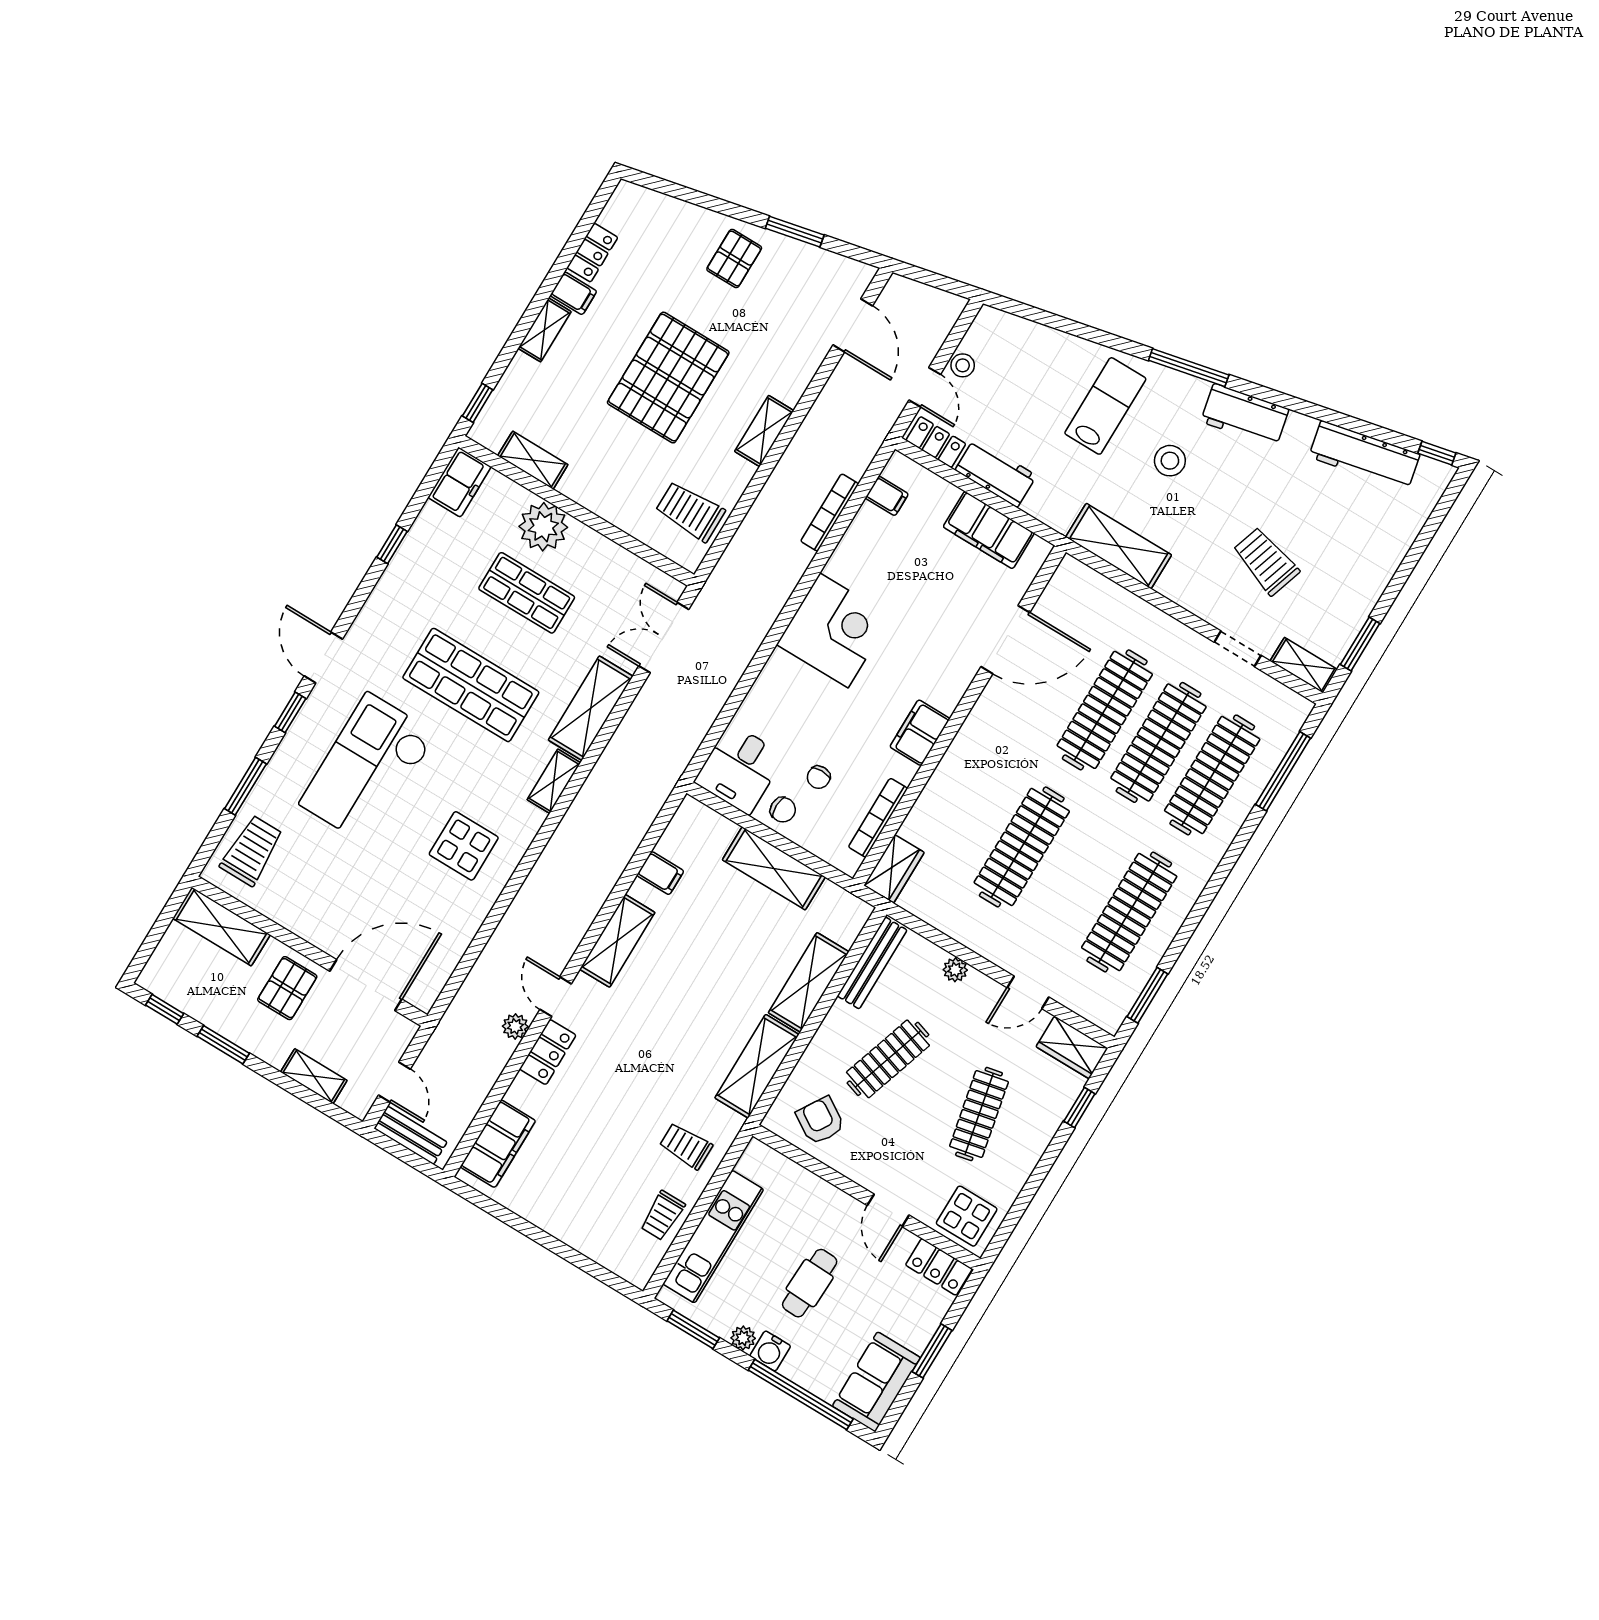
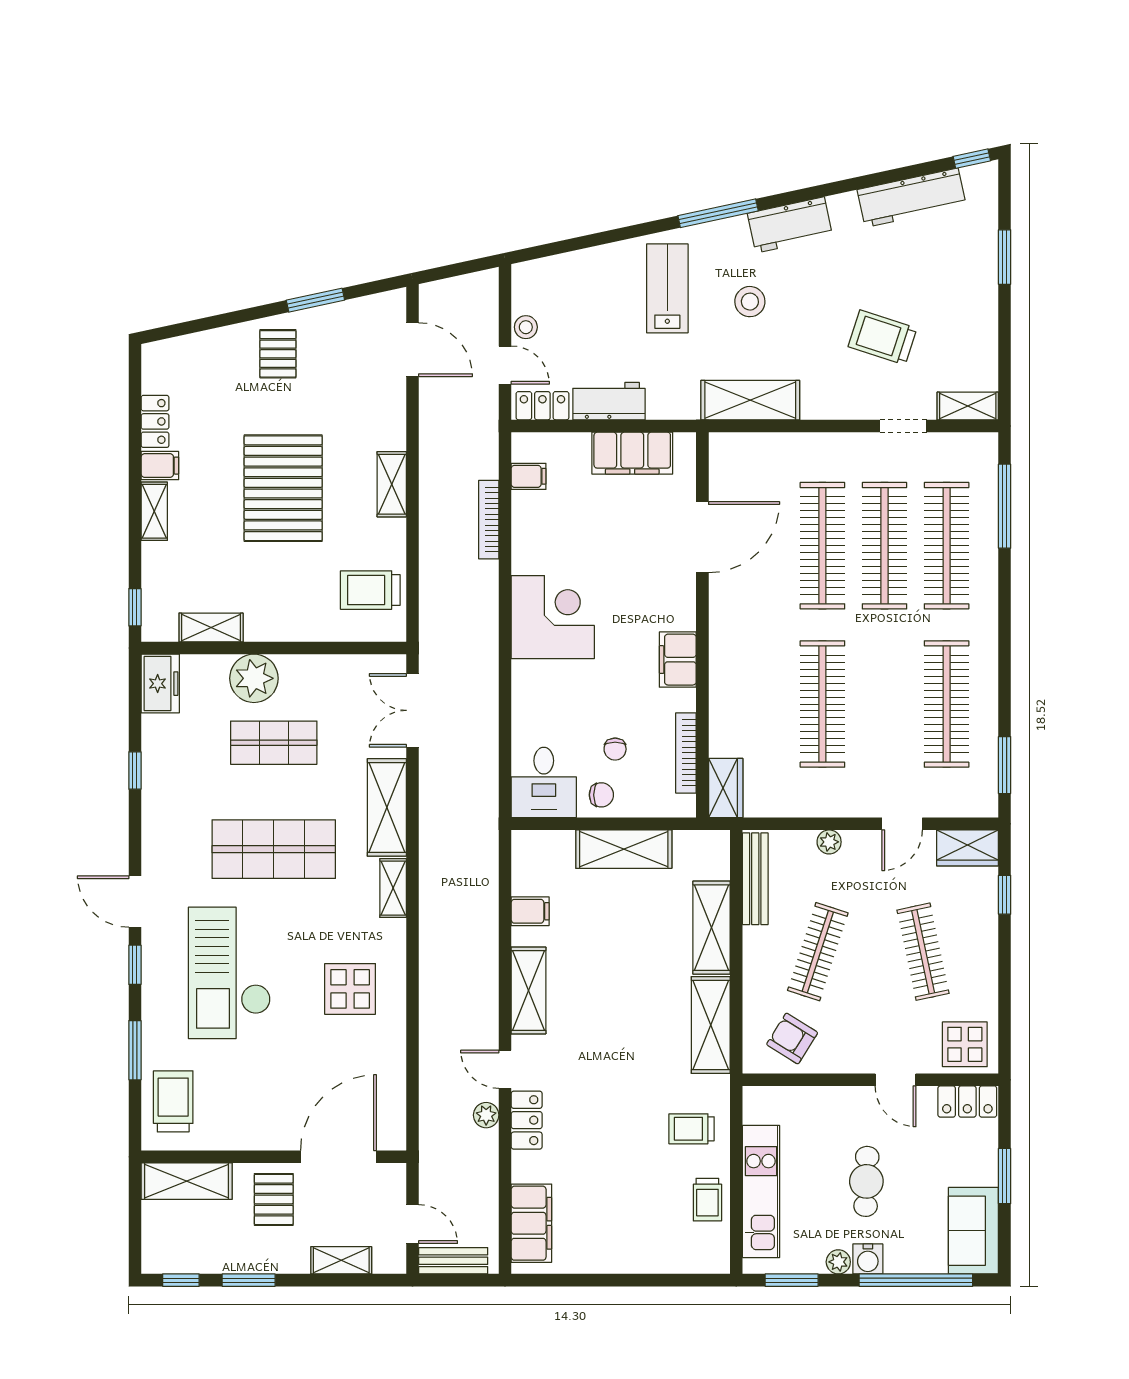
window: (1360, 644) -> (1005, 257), moved

